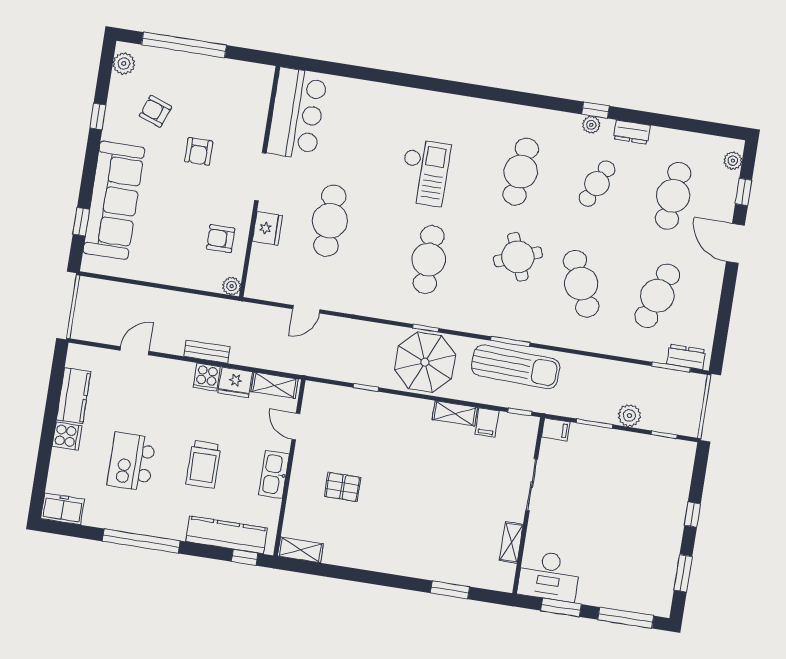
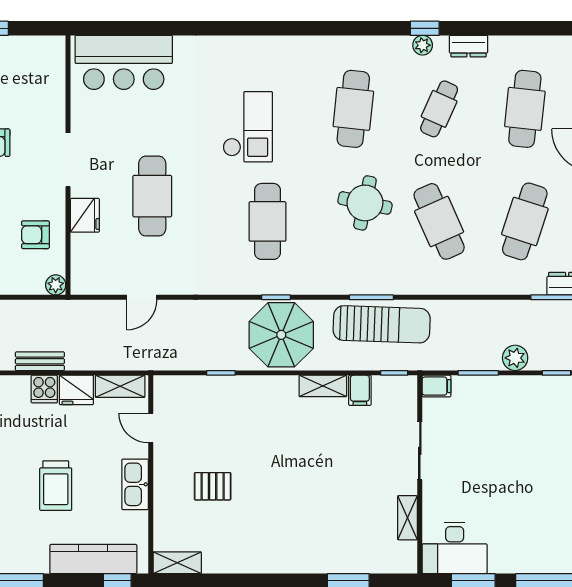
bar counter: (297, 114) -> (124, 62), moved, turned 90
round table: (518, 257) -> (365, 203), turned 33

